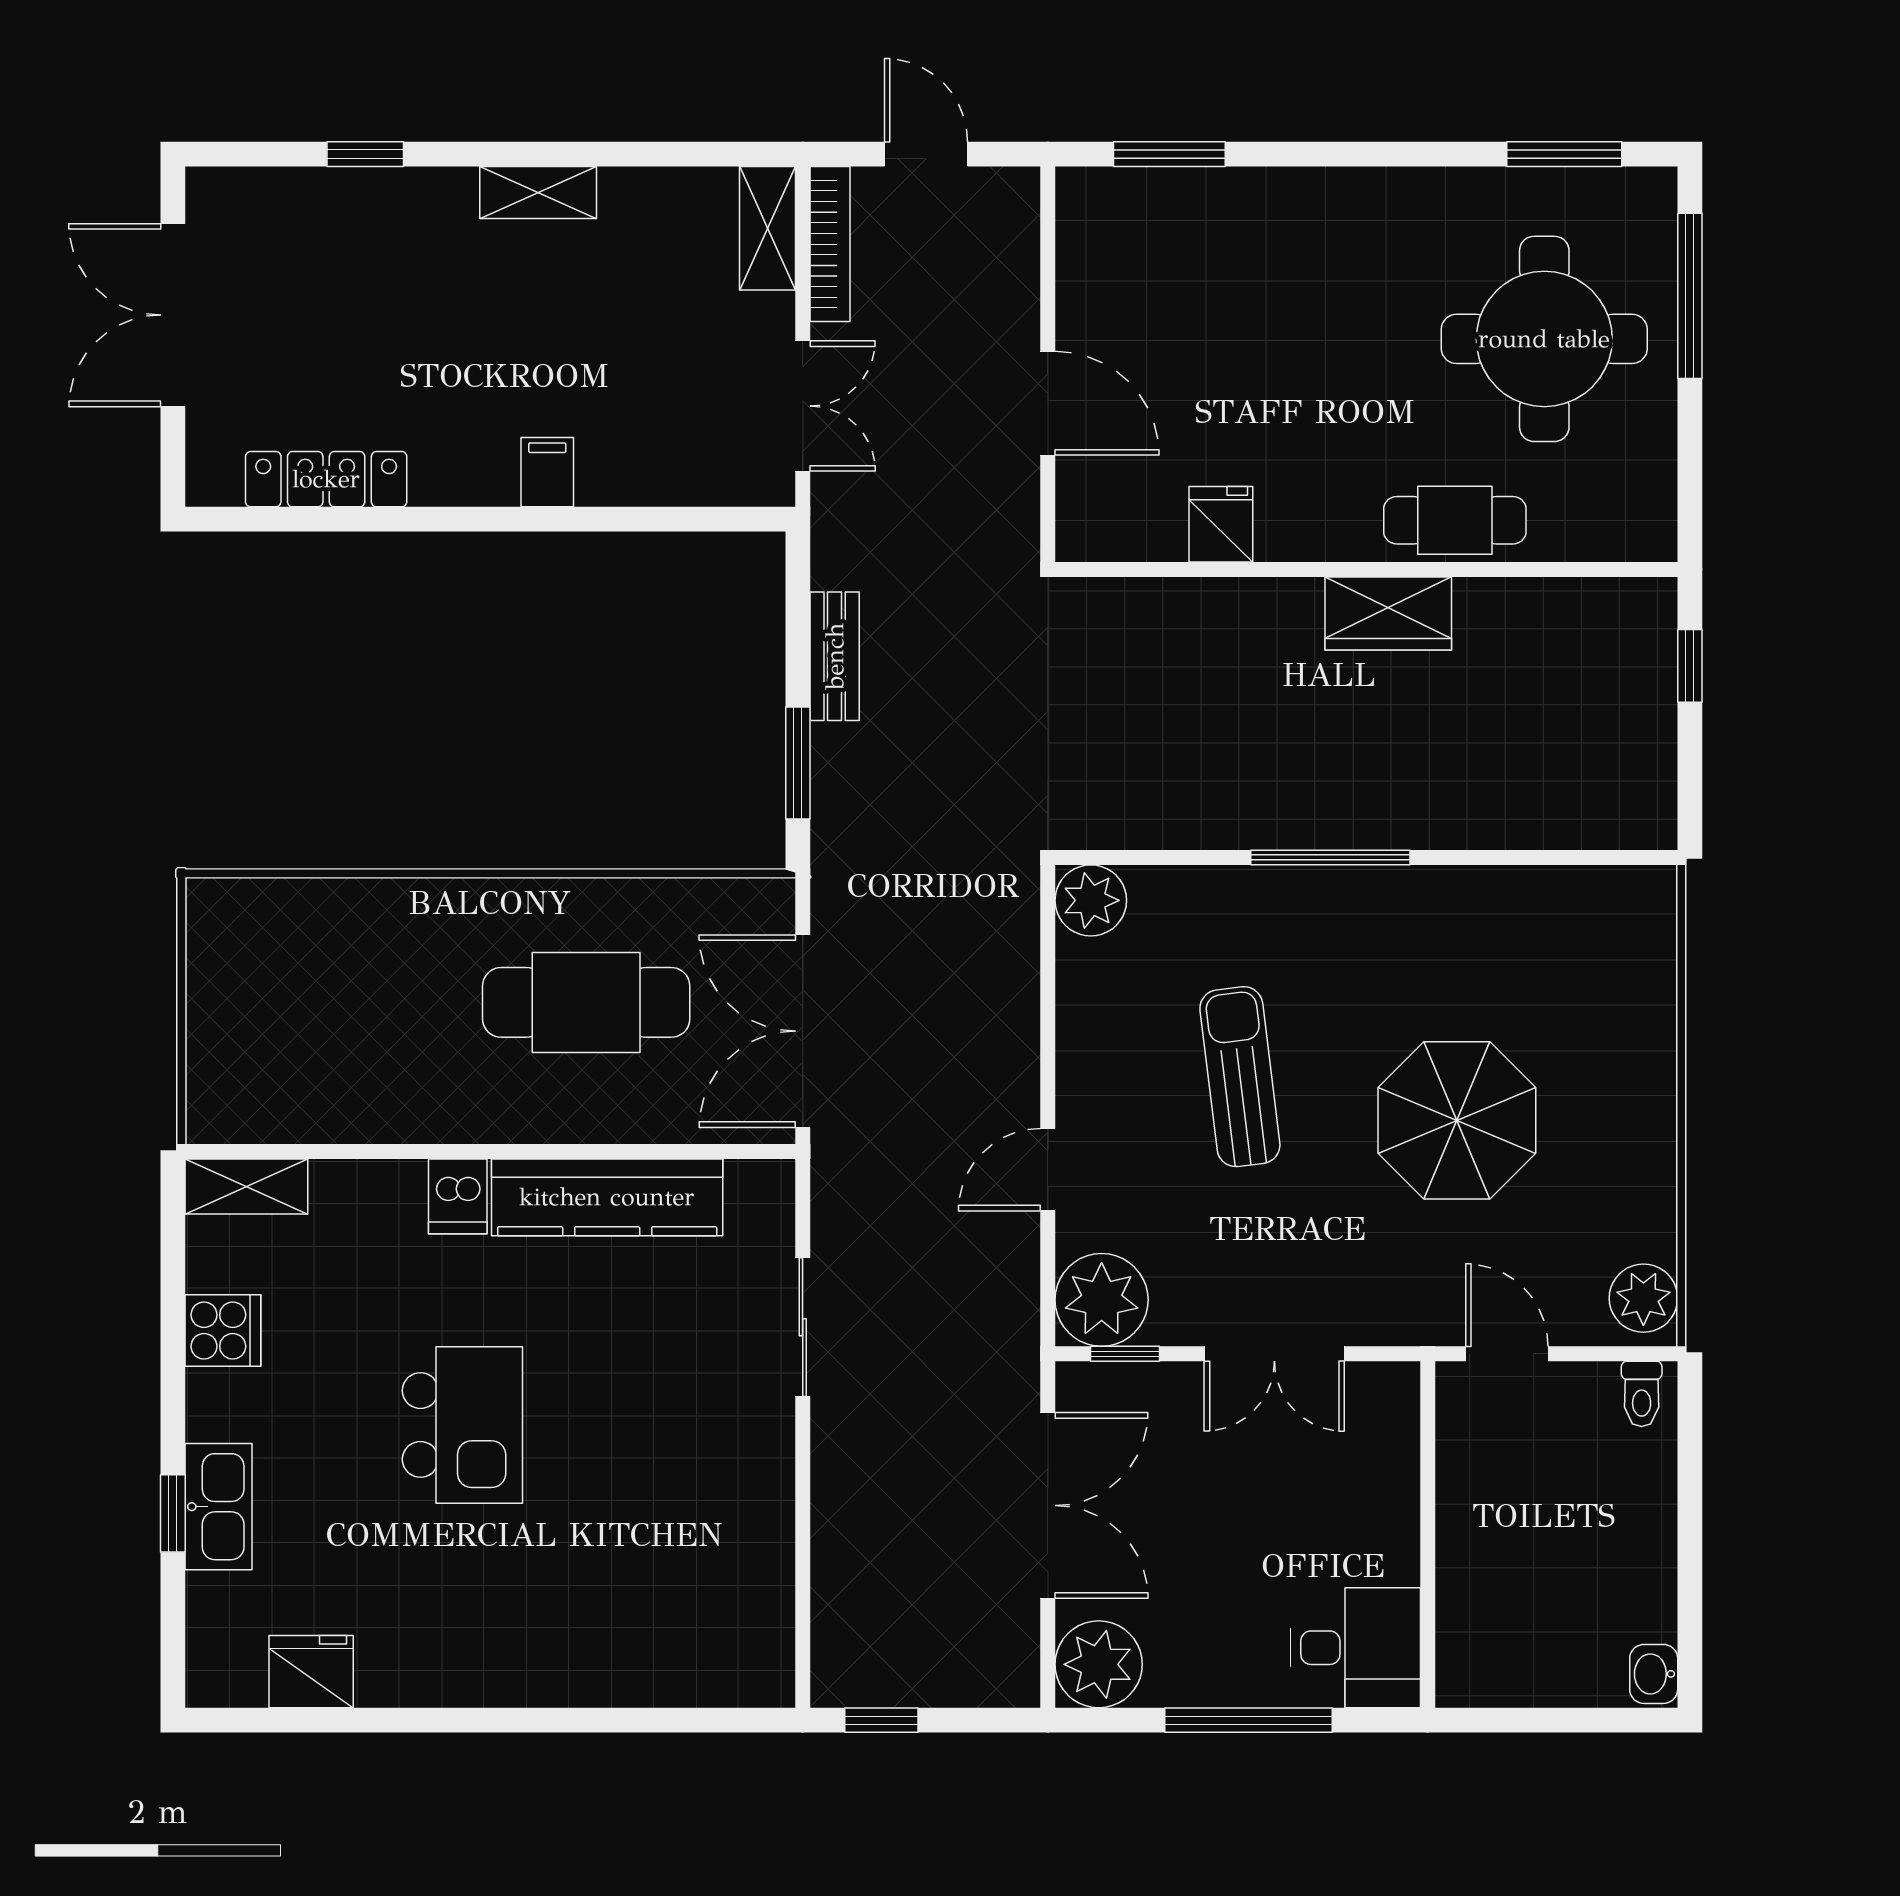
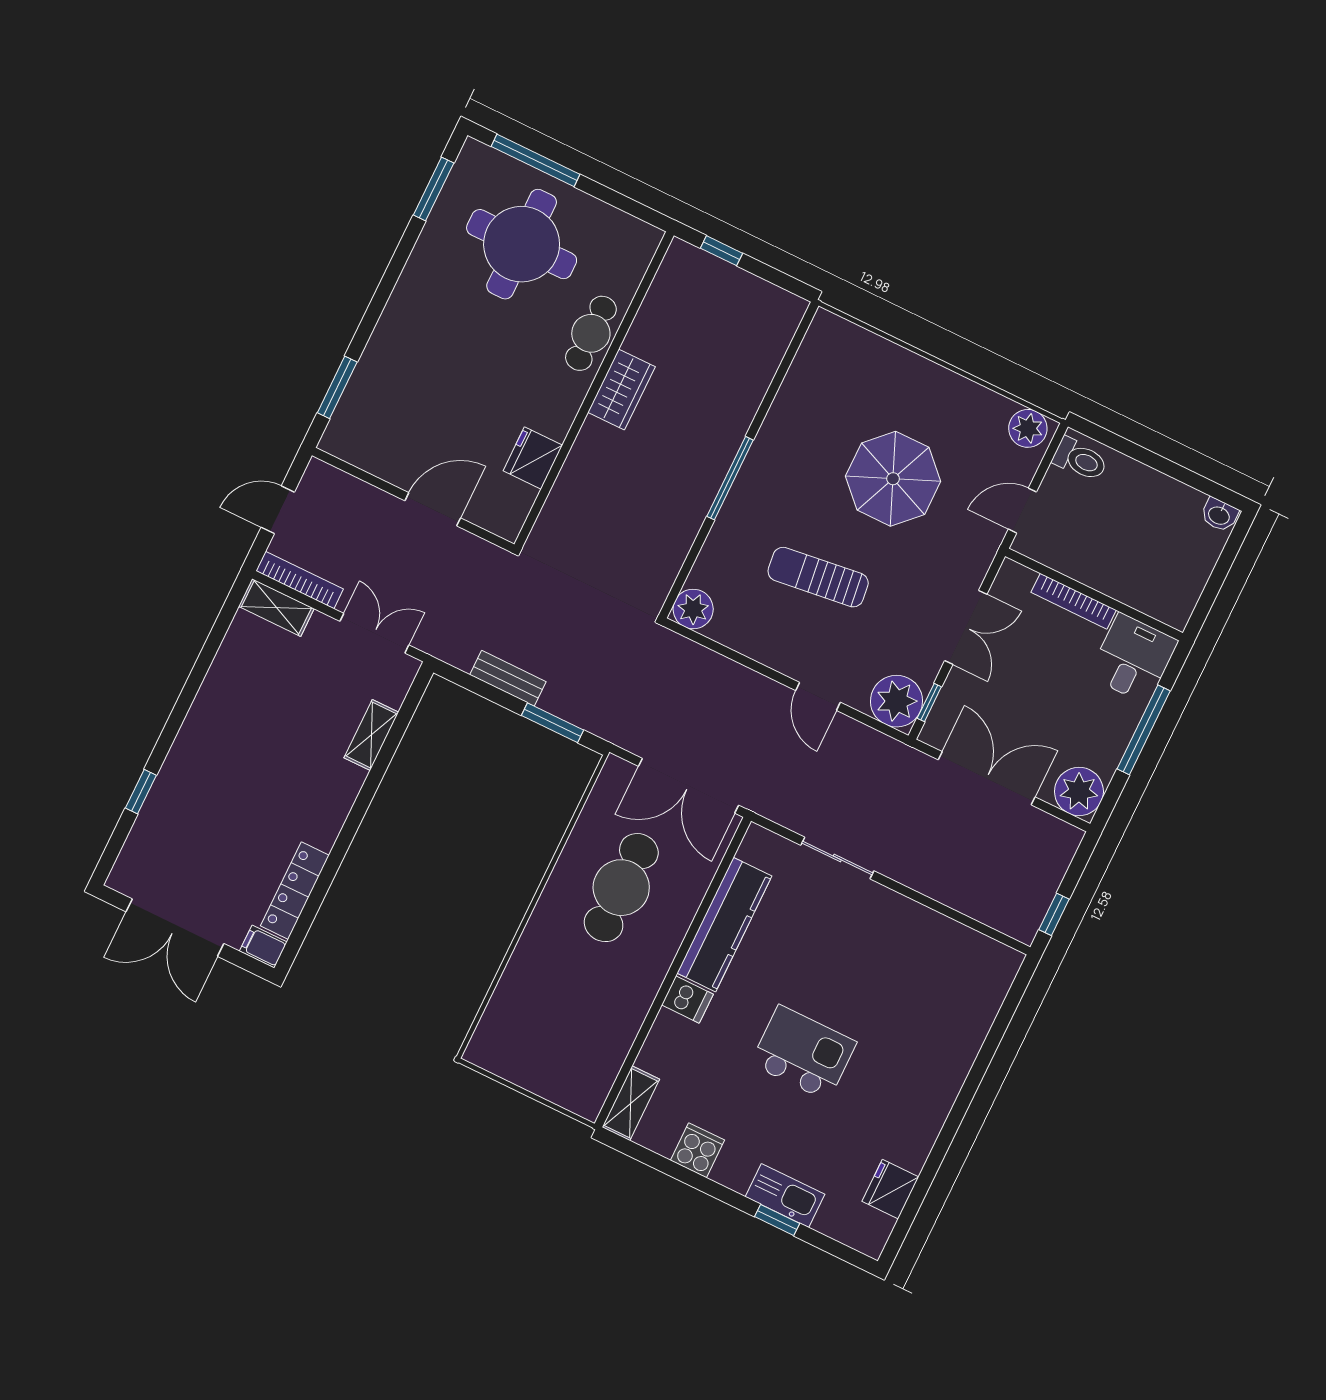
shelving: (538, 193) -> (371, 735), moved
filing cabinet: (547, 472) -> (263, 947), moved
fridge: (1221, 524) -> (533, 458), width x1.38
toilet: (1642, 1394) -> (1080, 460), width x1.37, depth x1.39
bookcase: (1401, 1507) -> (1074, 601), added

